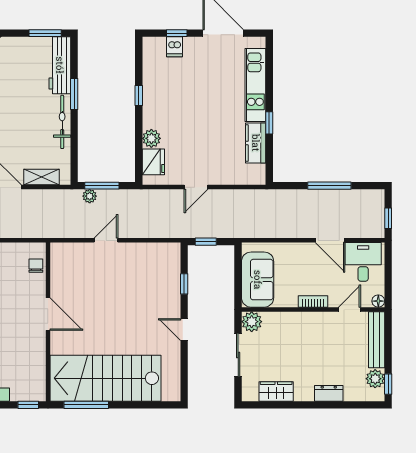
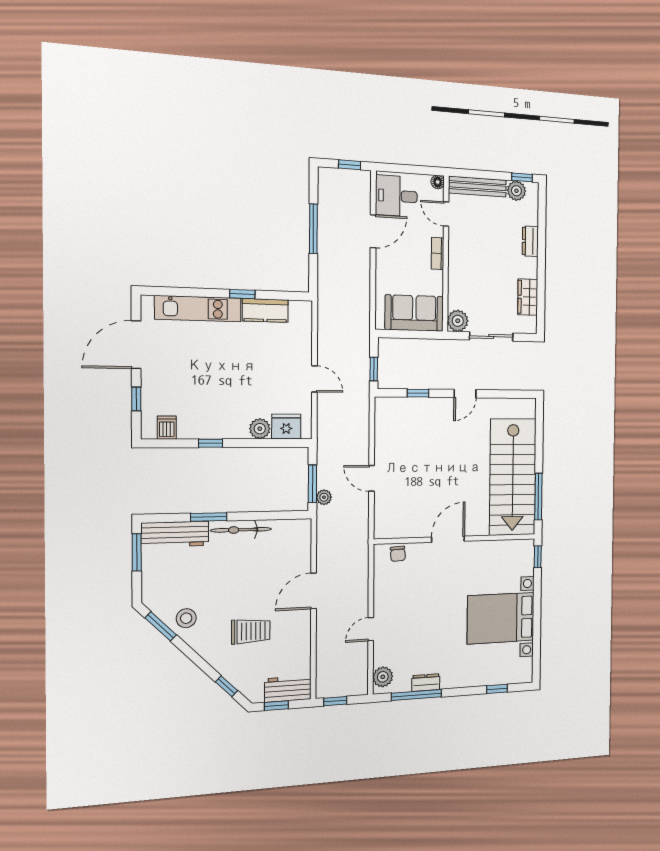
dishwasher: (174, 47) -> (167, 428), moved, turned -90
shelving: (41, 177) -> (303, 551), removed
chair: (36, 266) -> (398, 554), turned -94

